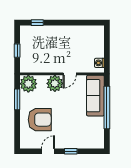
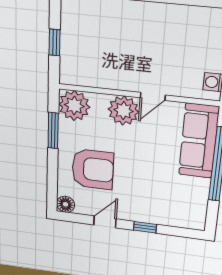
floor lamp: (25, 143) -> (66, 204), added

